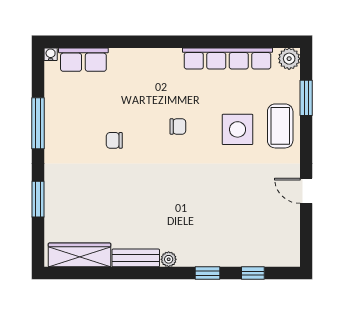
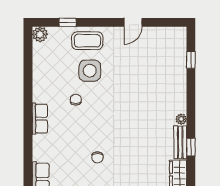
row of seats: (228, 58) -> (40, 119), moved, width x0.50
window: (306, 98) -> (68, 22), width x0.67
chair: (178, 126) -> (76, 100), moved
window: (207, 273) -> (191, 147), moved

